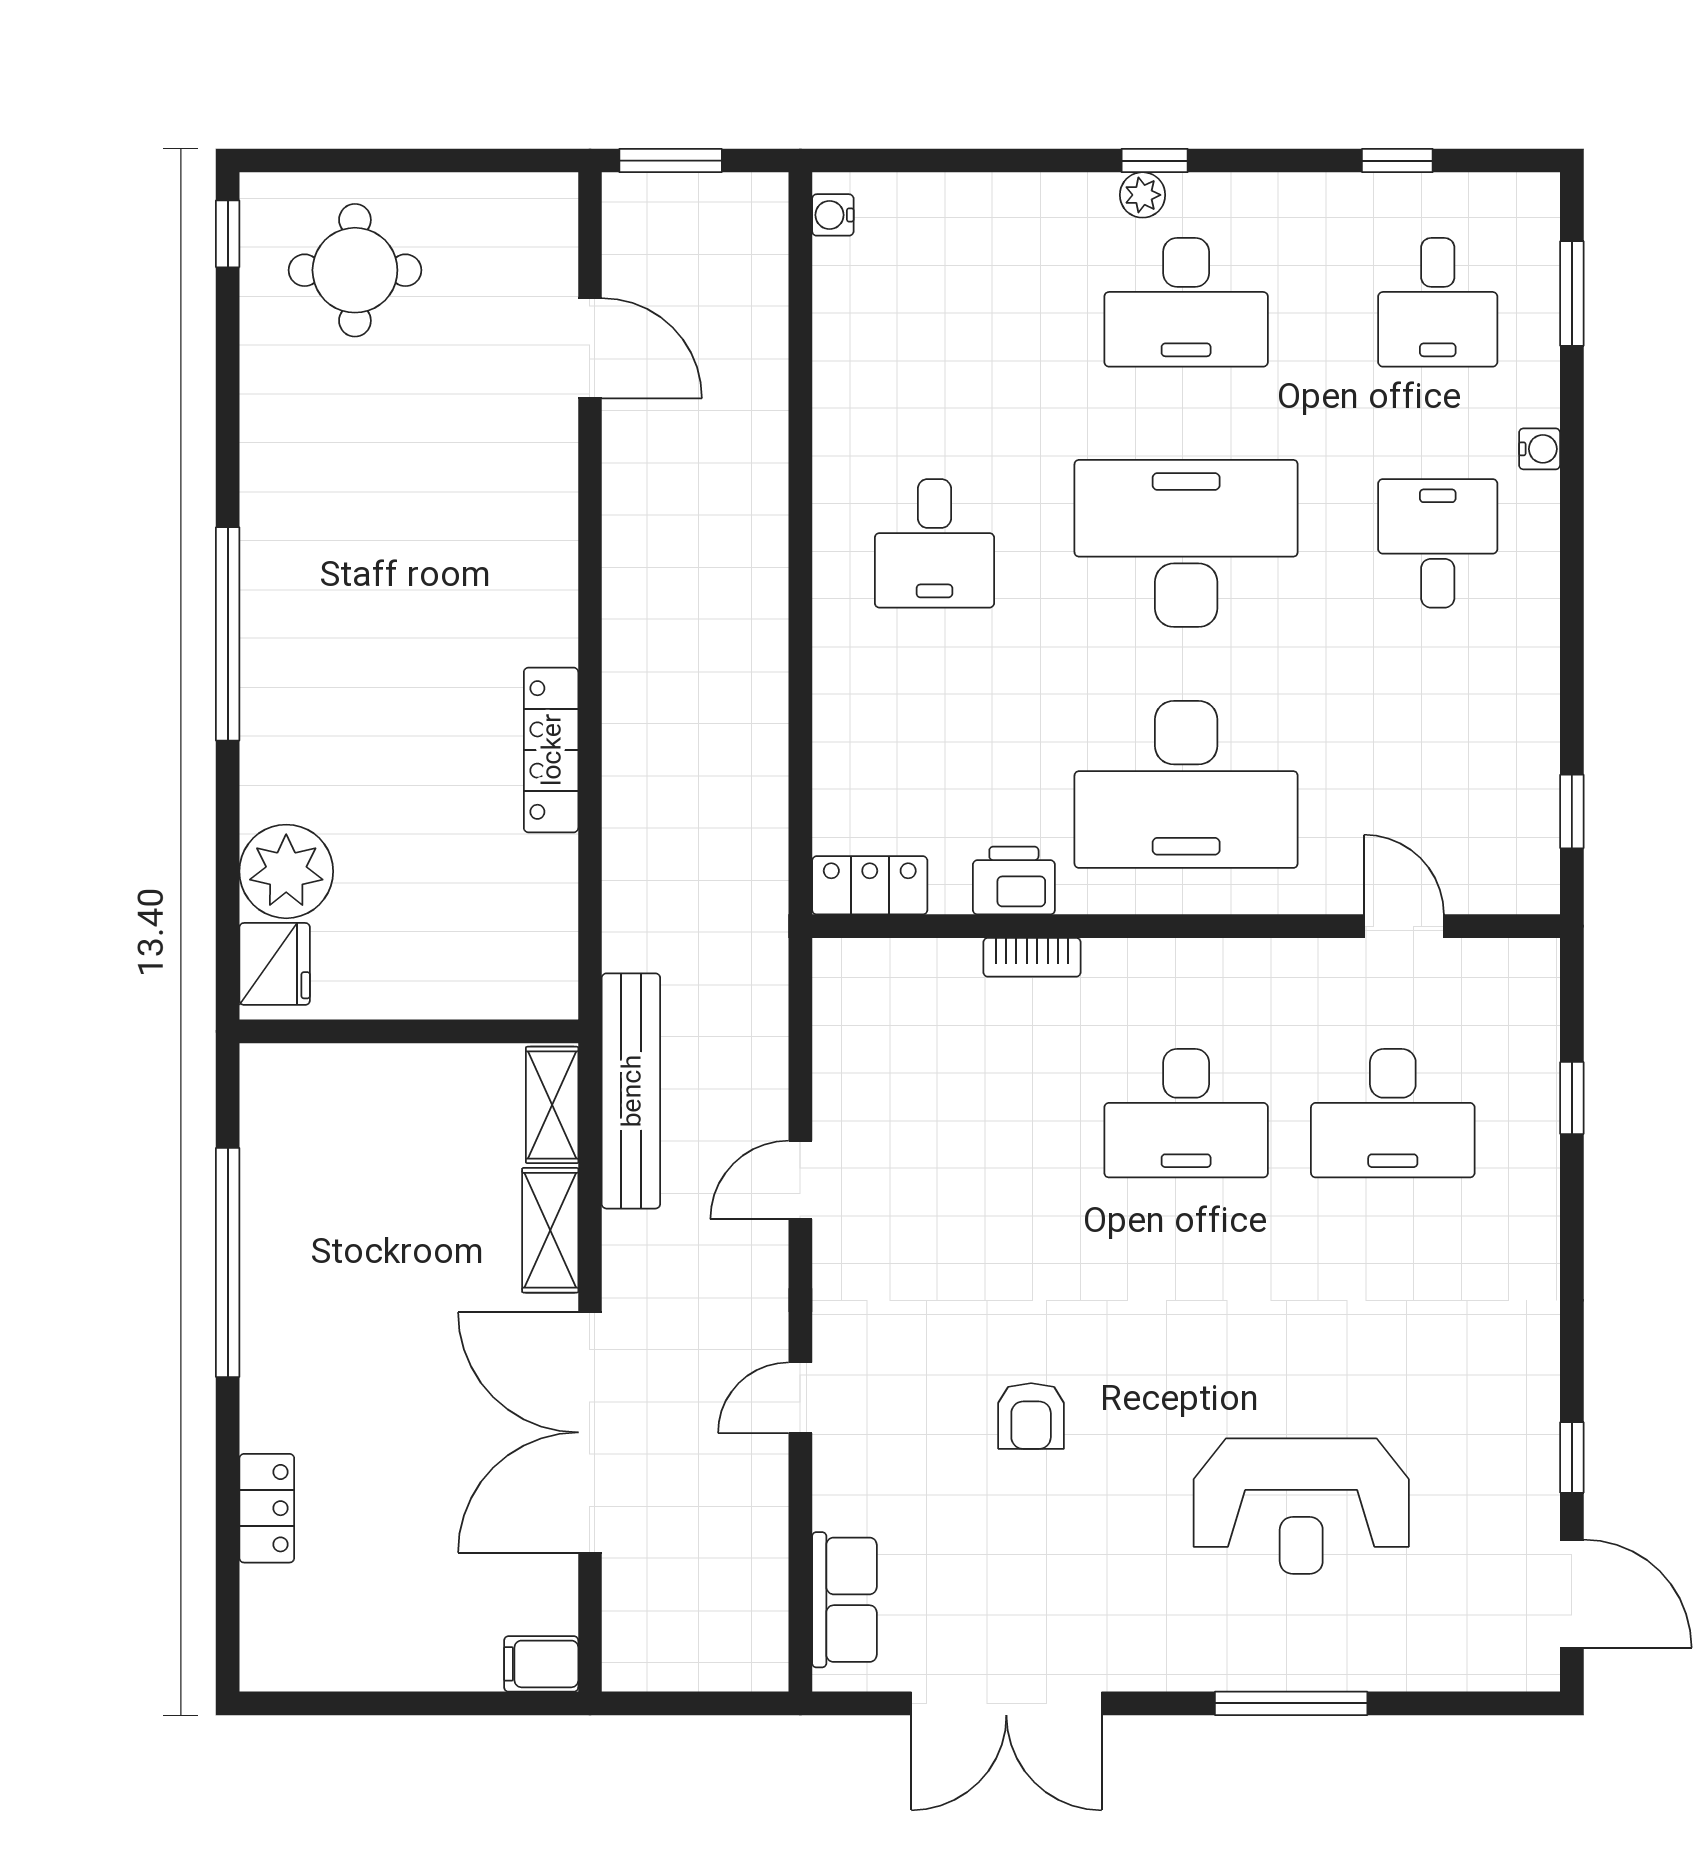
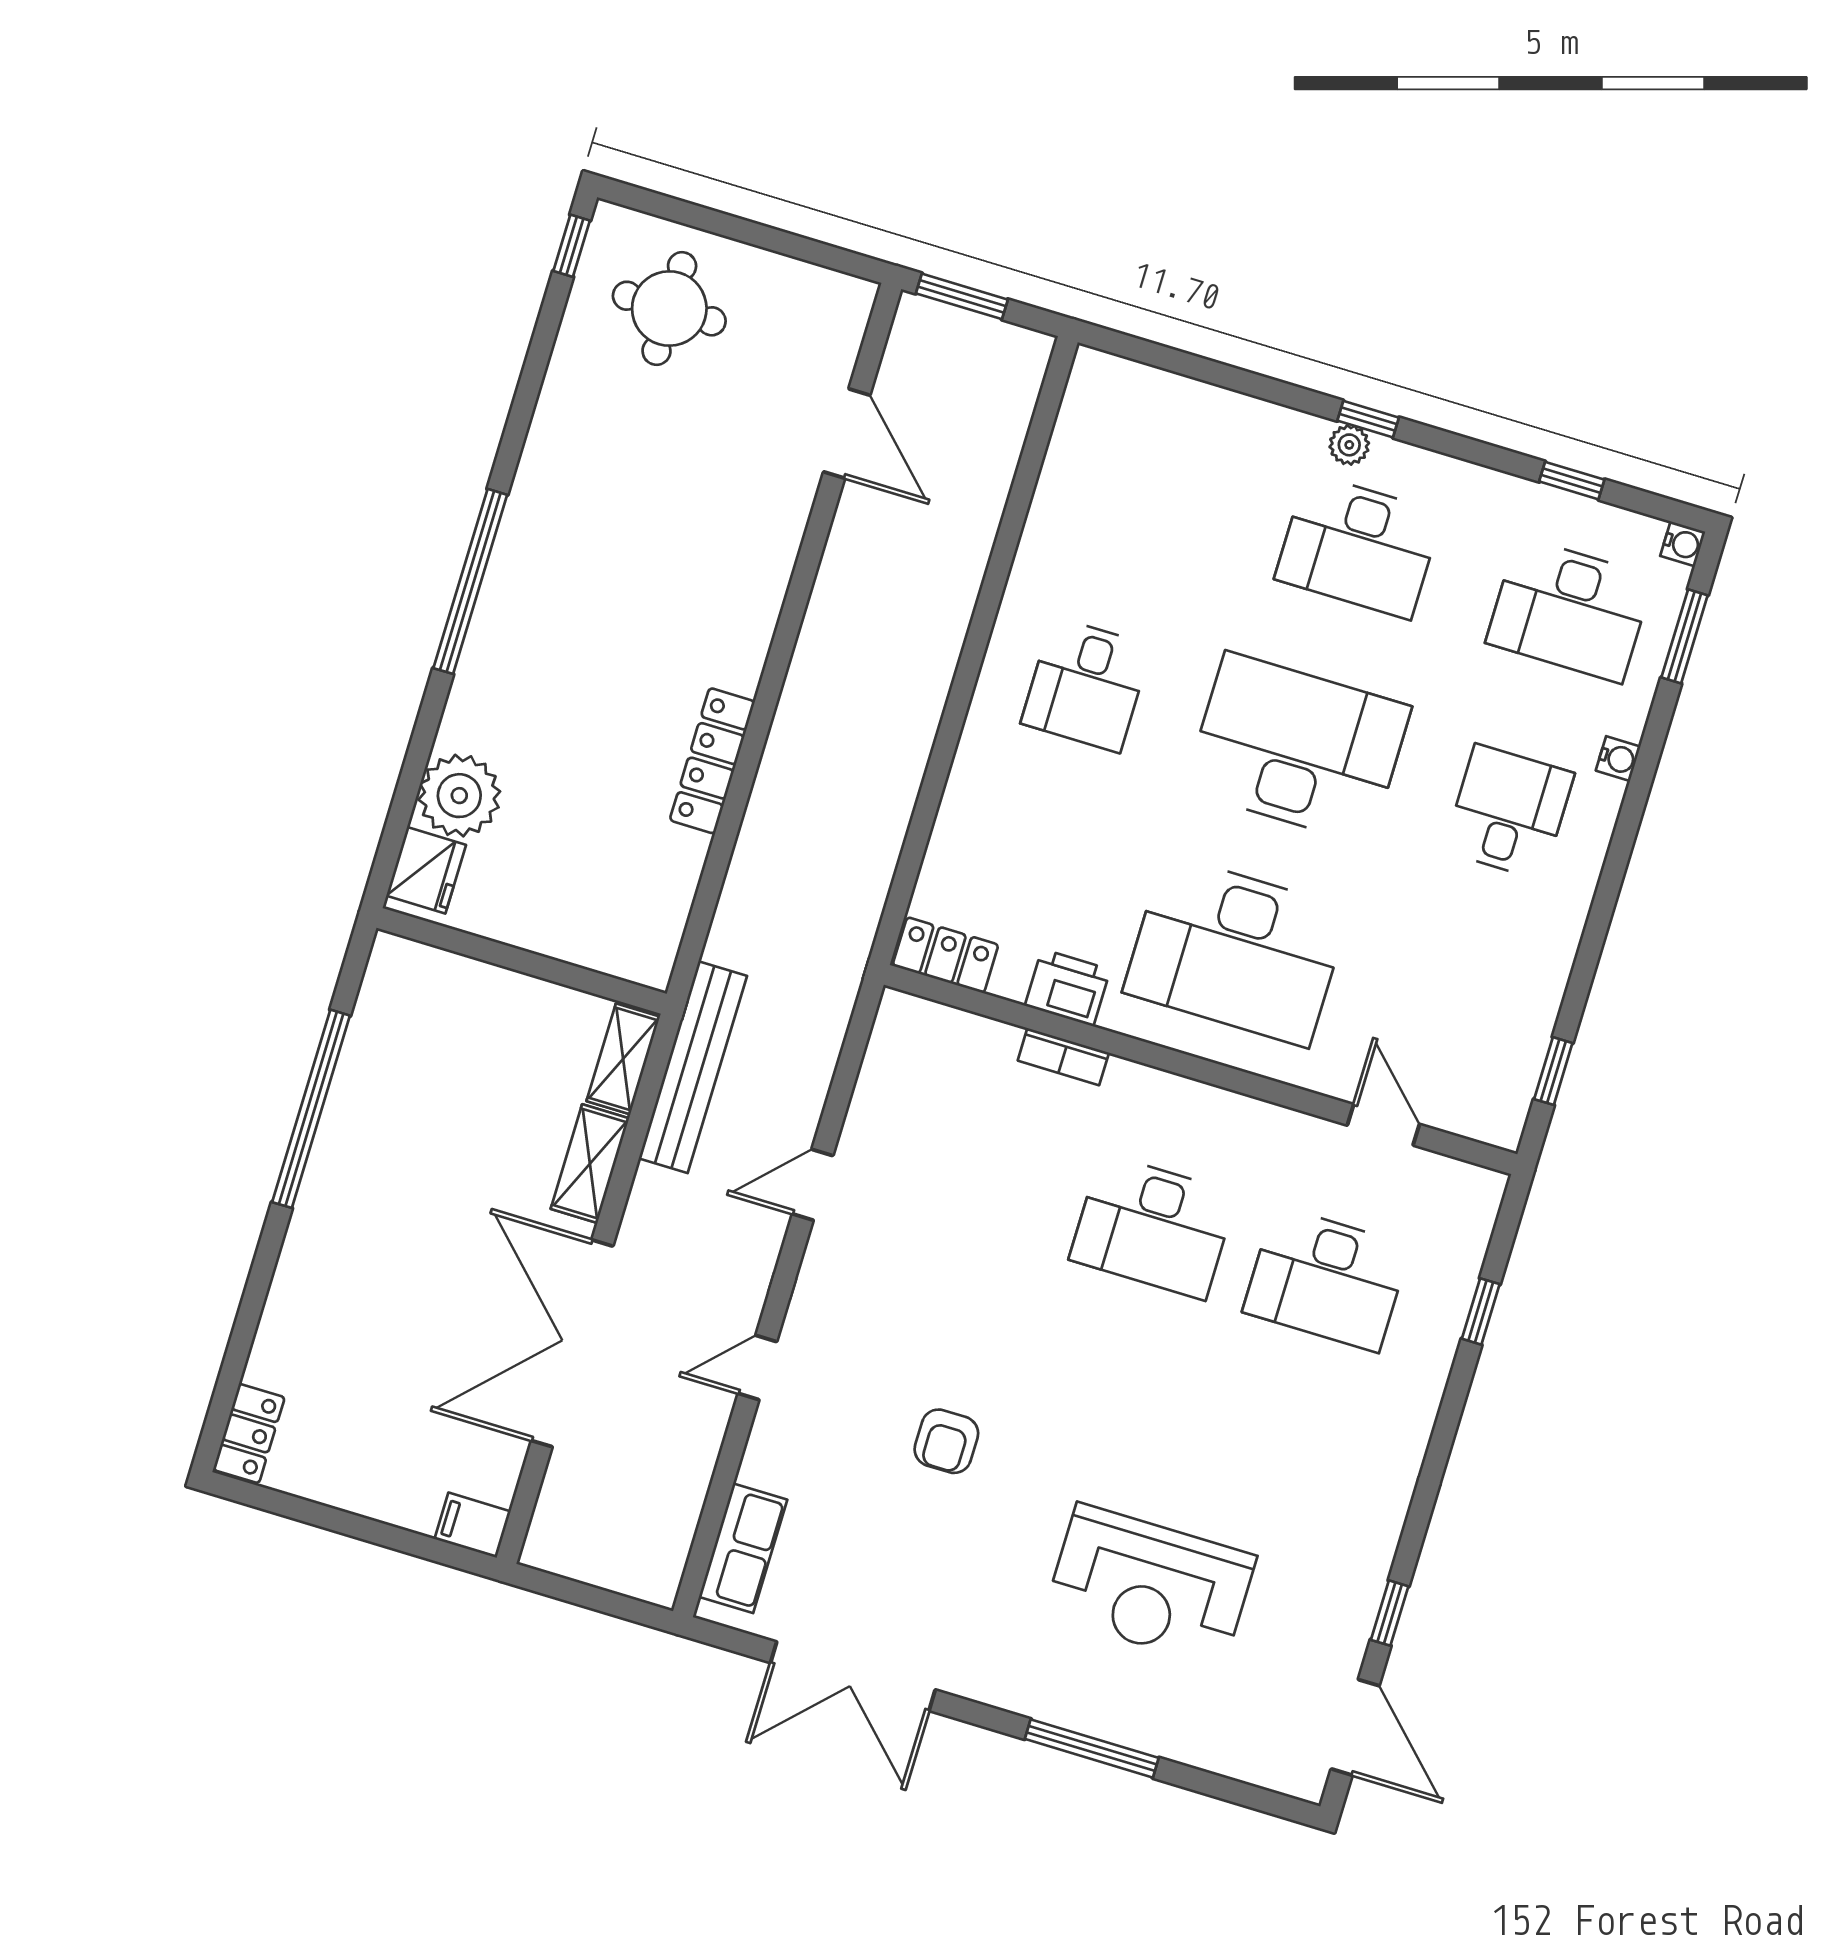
water cooler: (833, 215) -> (1683, 544), moved, turned 180
desk: (1438, 302) -> (1570, 610), width x1.37
locker: (267, 1508) -> (249, 1433), moved

